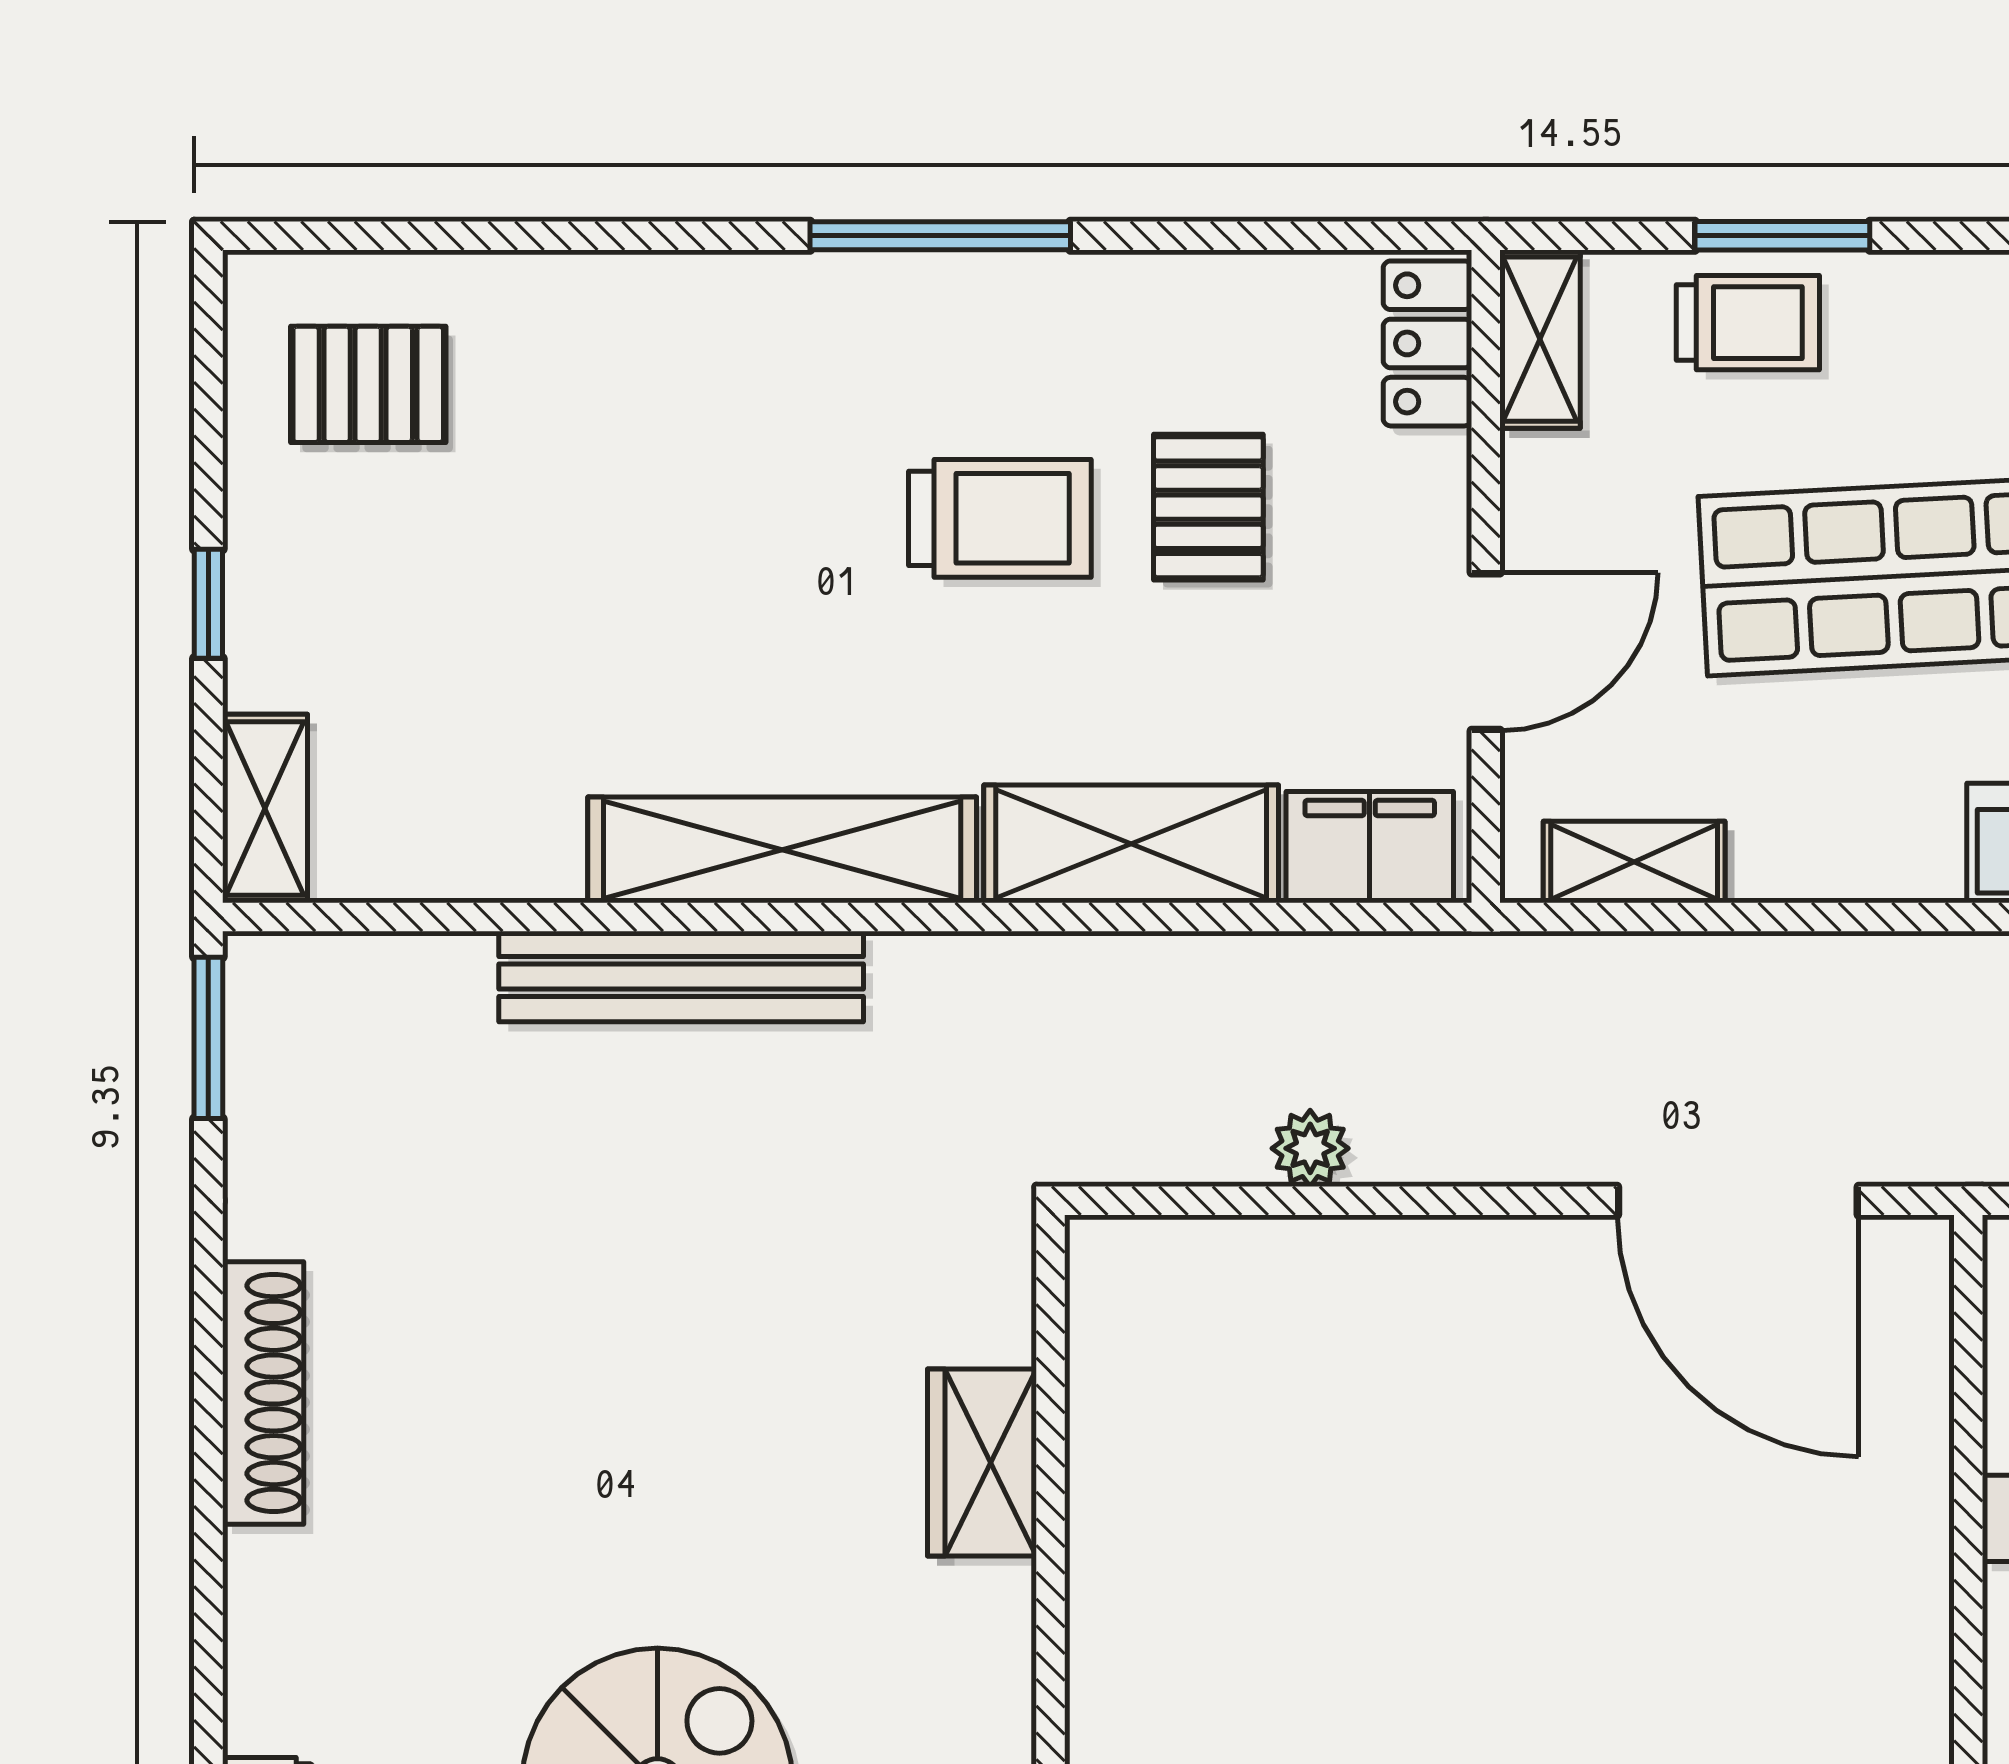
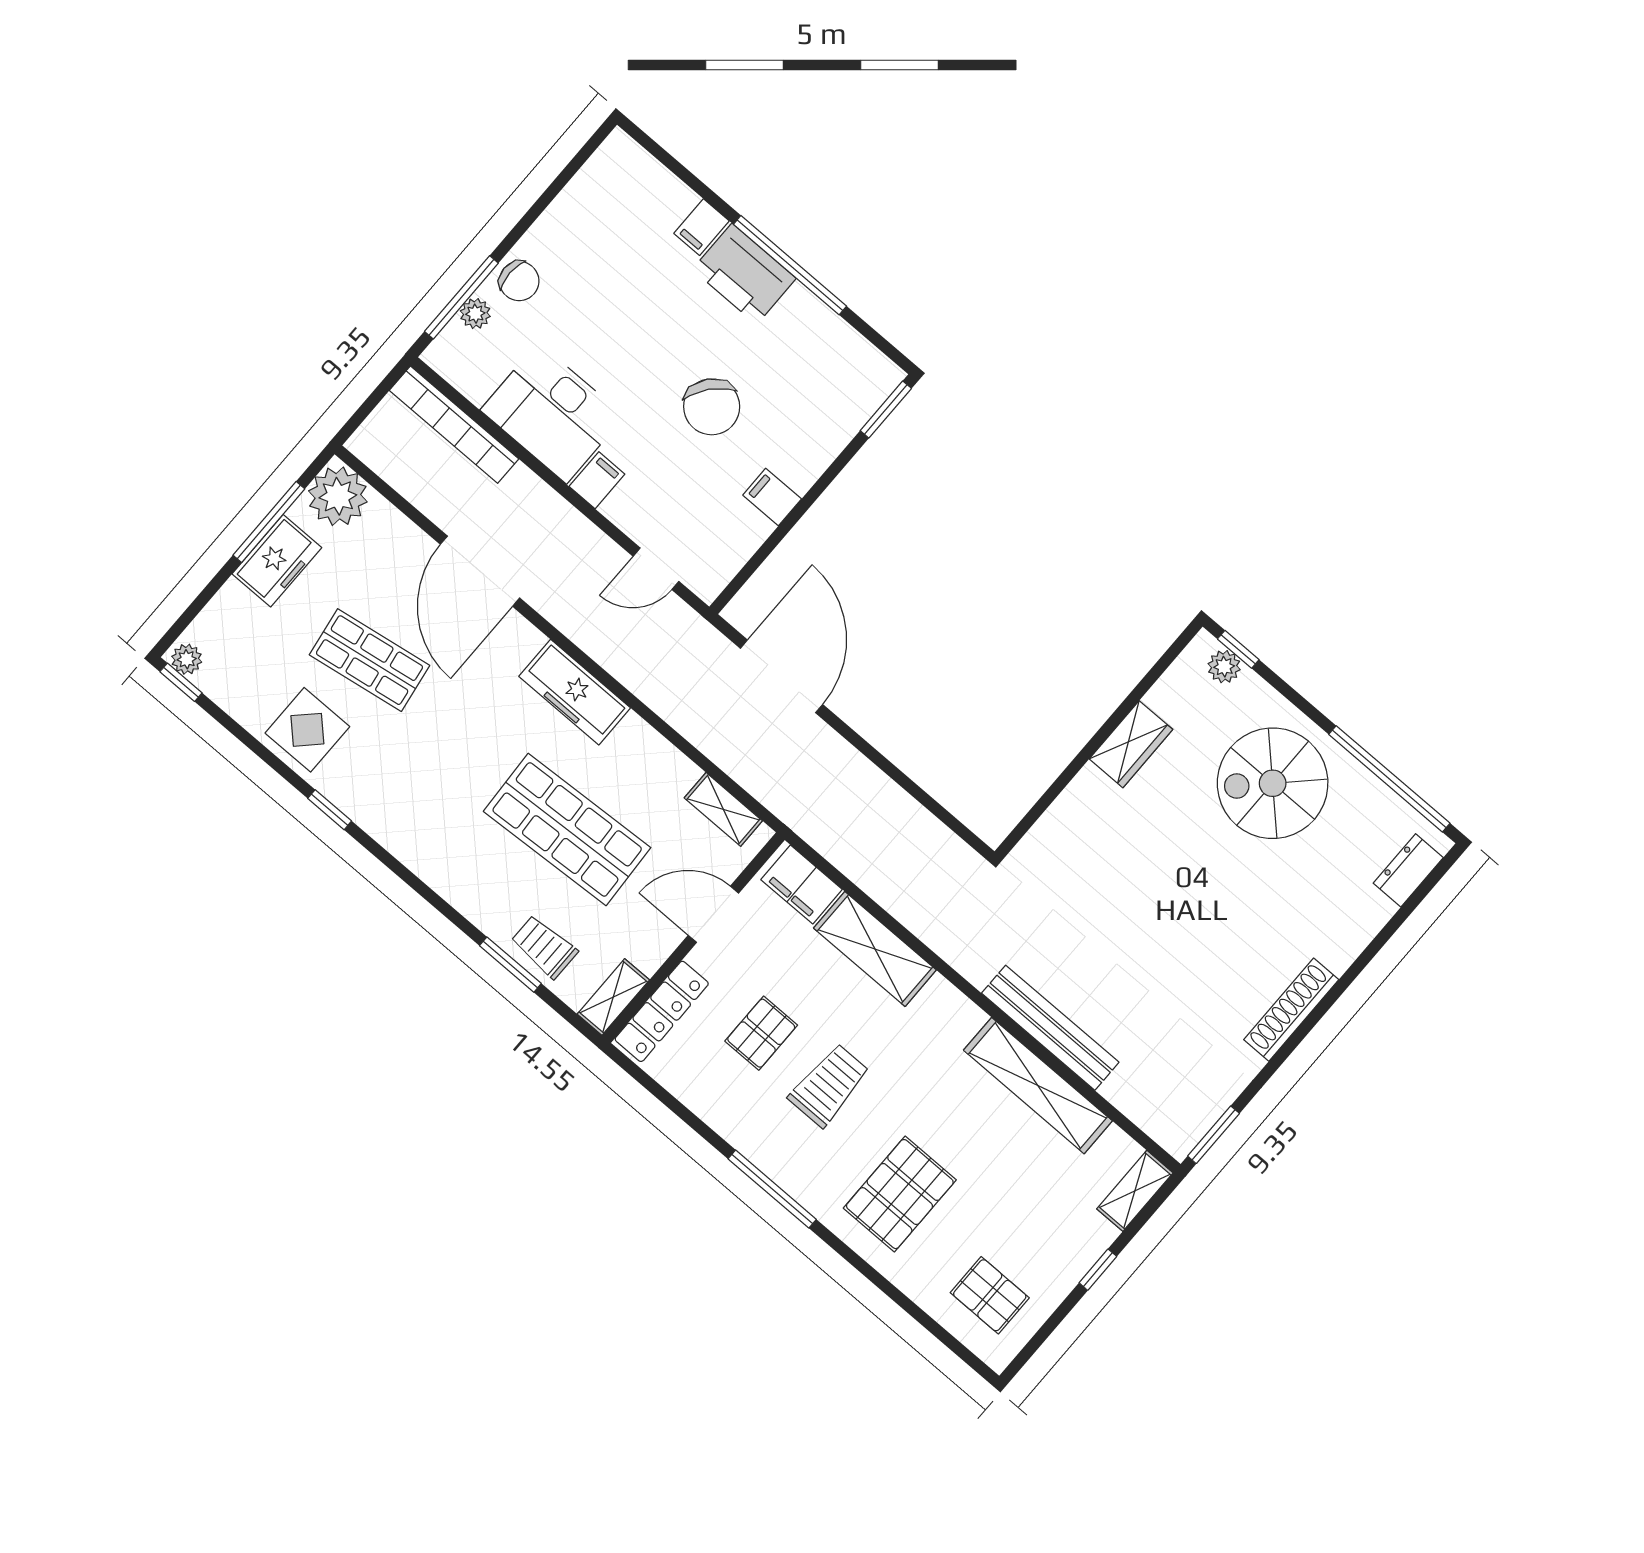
locker: (1427, 343) -> (662, 1011), width x1.53
pallet: (696, 429) -> (900, 1194), added
trolley: (1000, 518) -> (829, 1085), turned 90
shelving: (782, 850) -> (1038, 1086), moved
plant: (1310, 1148) -> (900, 807), removed
wardrobe: (982, 1463) -> (1131, 744), moved

